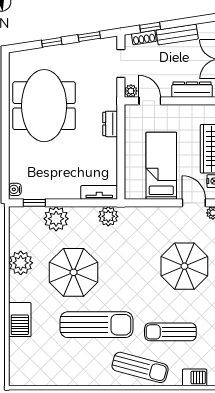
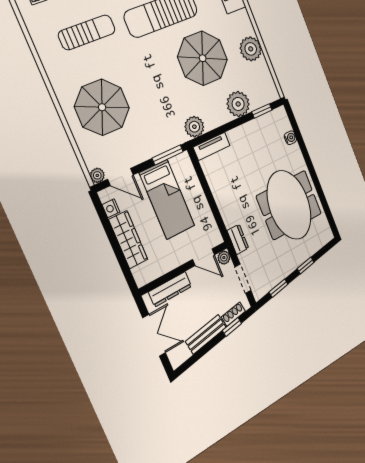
dresser: (110, 124) -> (238, 239), moved
water cooler: (15, 189) -> (290, 138), moved
window: (144, 203) -> (168, 155), added

